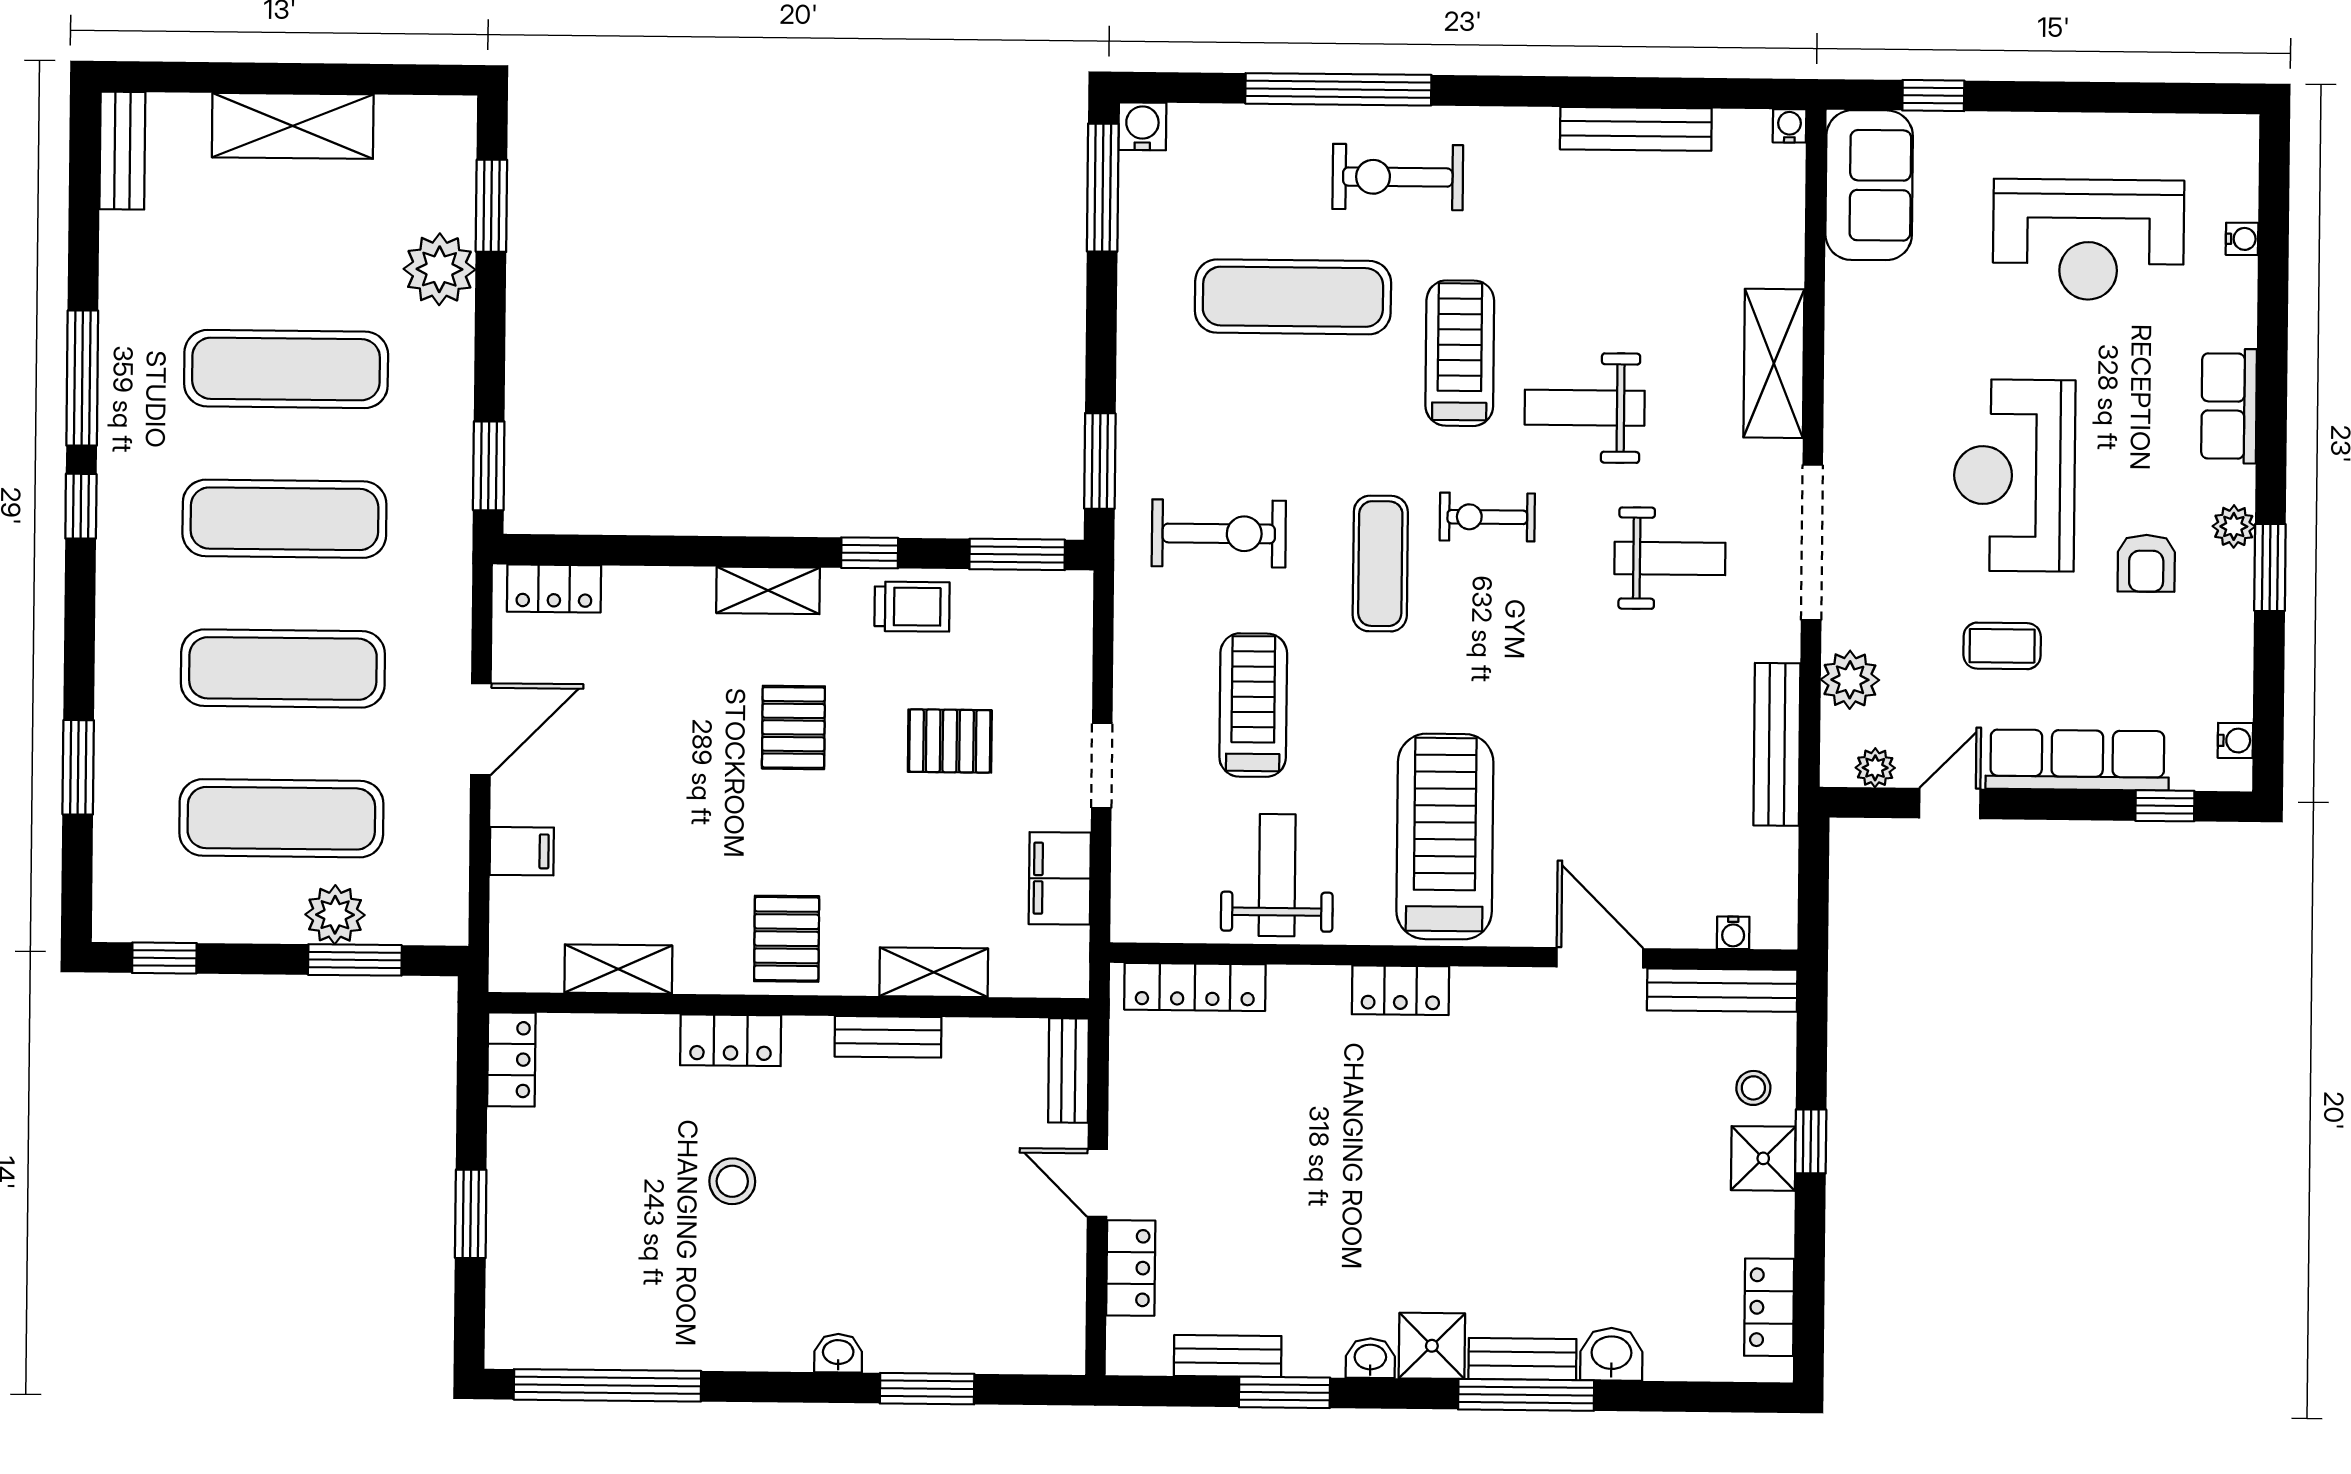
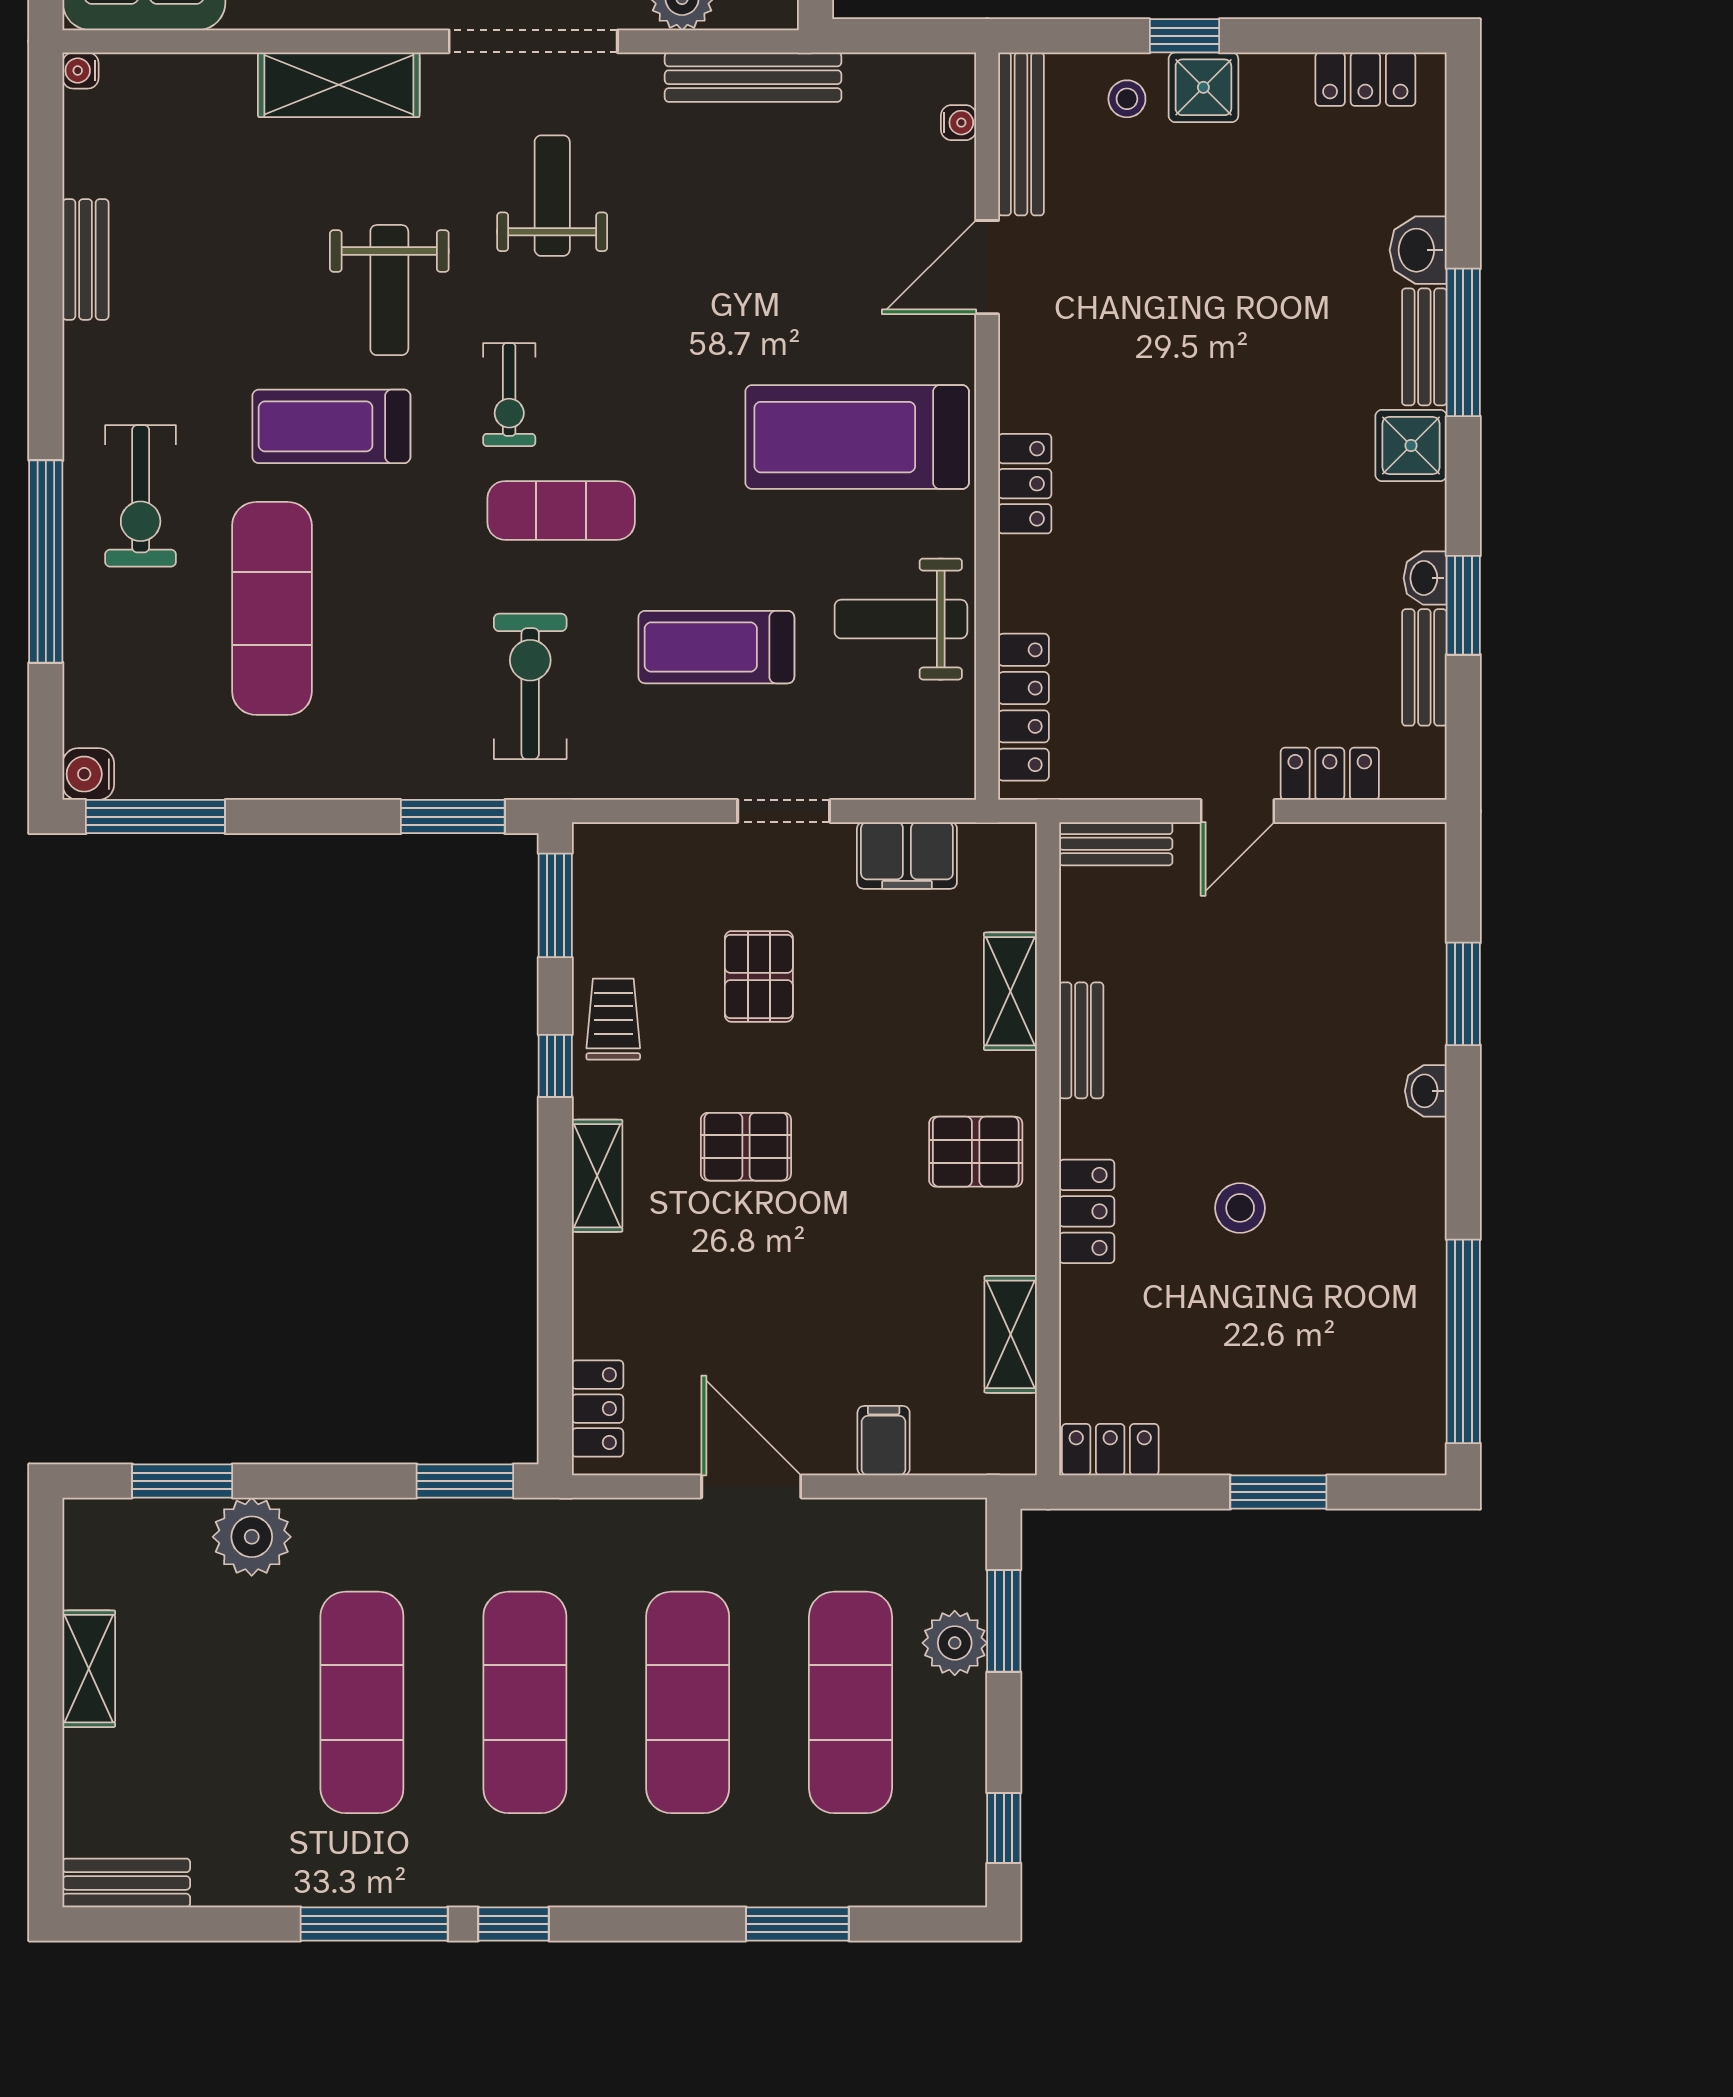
shelving: (293, 126) -> (89, 1669), width x0.67, depth x0.75
bench: (1636, 129) -> (86, 259), width x0.73
washbasin: (1370, 1358) -> (1425, 578), moved

